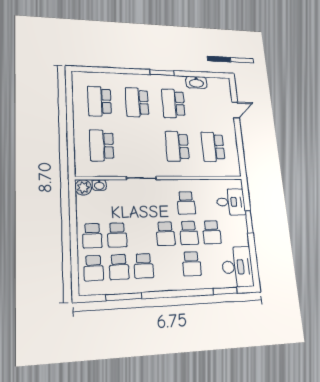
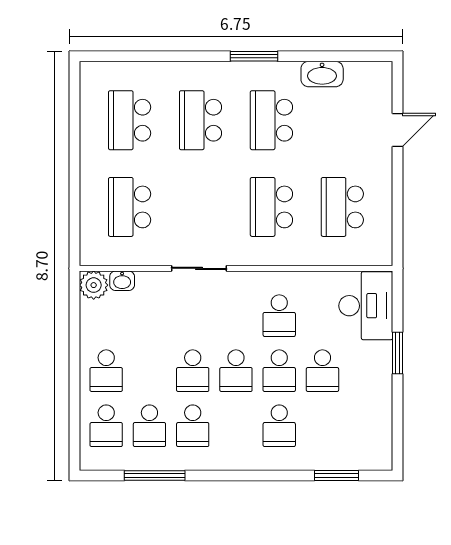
desk: (231, 202) -> (366, 306), width x1.37
school desk: (117, 235) -> (193, 371), moved
desk: (237, 267) -> (364, 435), removed

